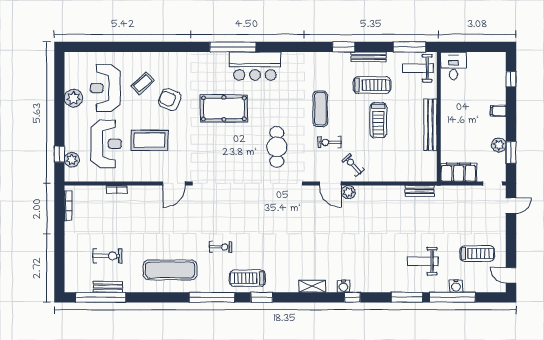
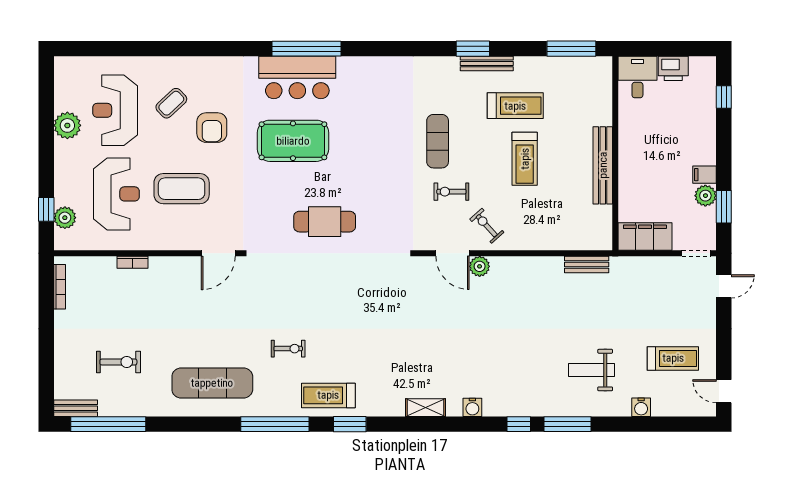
bench: (369, 57) -> (487, 63), moved
printer: (477, 60) -> (673, 68), added
bar counter: (255, 66) -> (297, 77), moved
weight bench: (418, 68) -> (584, 80), removed
armchair: (170, 100) -> (212, 128), turned -112
filing cabinet: (498, 111) -> (704, 175), moved
cafe table: (277, 147) -> (325, 222), moved, turned 90
bench: (108, 287) -> (76, 408), moved
window: (352, 297) -> (519, 424), moved
window: (452, 297) -> (635, 424), removed

